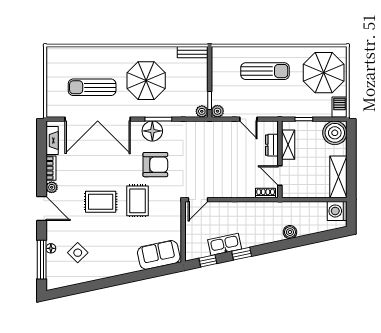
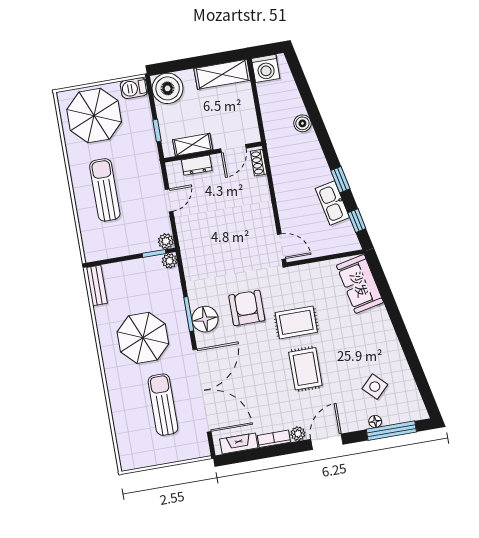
sun lounger: (92, 87) -> (163, 405), turned 180

